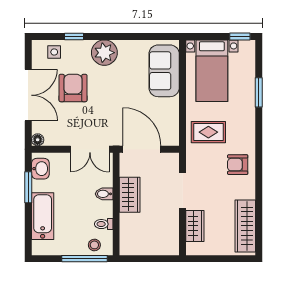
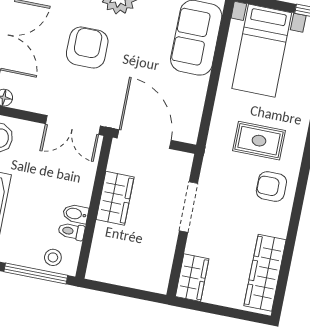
armchair: (73, 88) -> (87, 48), moved
rug: (208, 132) -> (259, 141), moved
bidet: (104, 194) -> (76, 214), moved
wardrobe: (195, 226) -> (192, 278), moved

